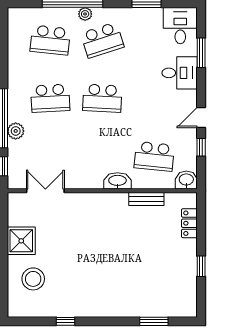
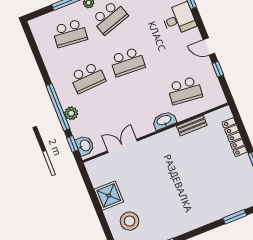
door: (201, 117) -> (209, 46), hinge flipped
washbasin: (186, 180) -> (85, 146), moved, turned 90
double door: (45, 191) -> (122, 146), moved
locker: (189, 223) -> (235, 137), width x1.53

